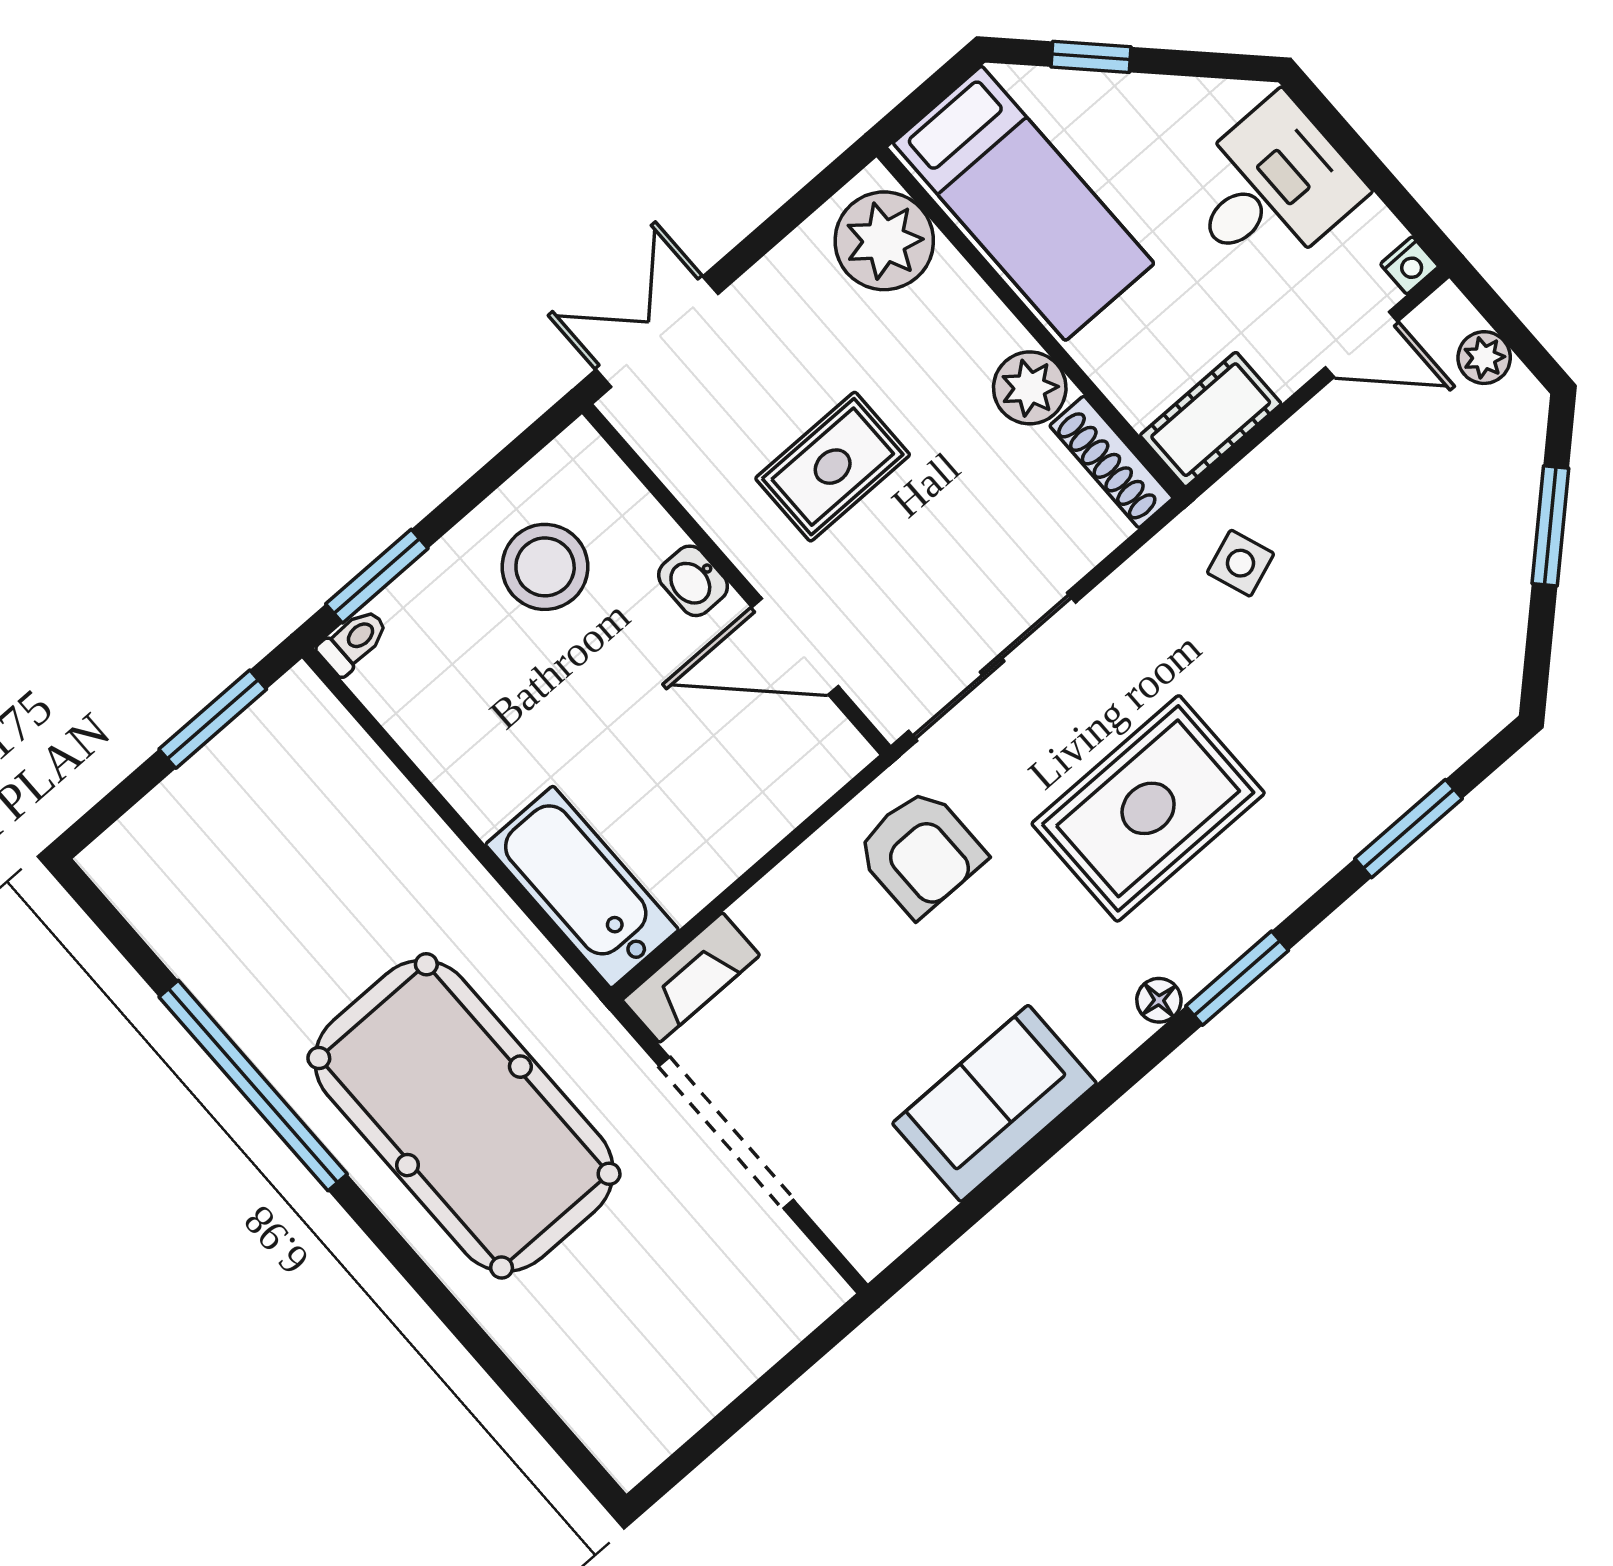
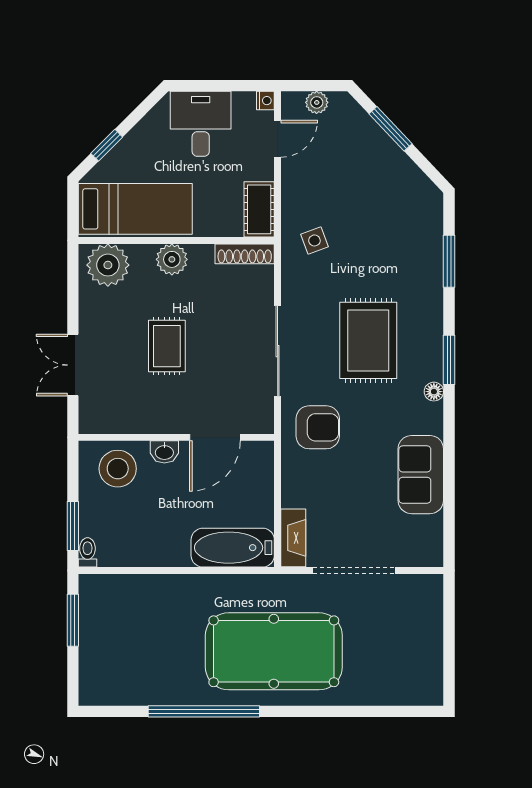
plant: (1030, 388) -> (172, 259), moved
wall: (736, 579) -> (176, 437), moved
washbasin: (693, 581) -> (164, 452), moved
door: (795, 647) -> (215, 437), moved

